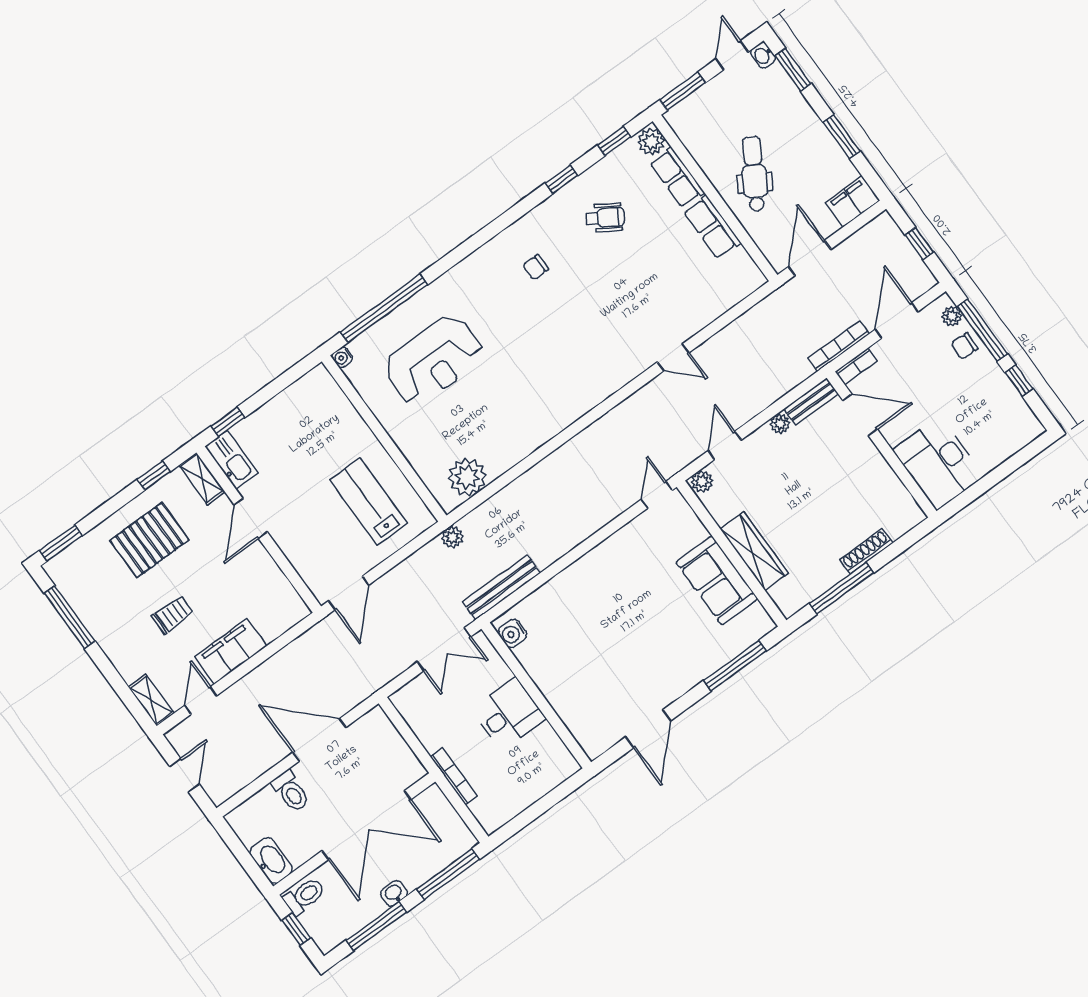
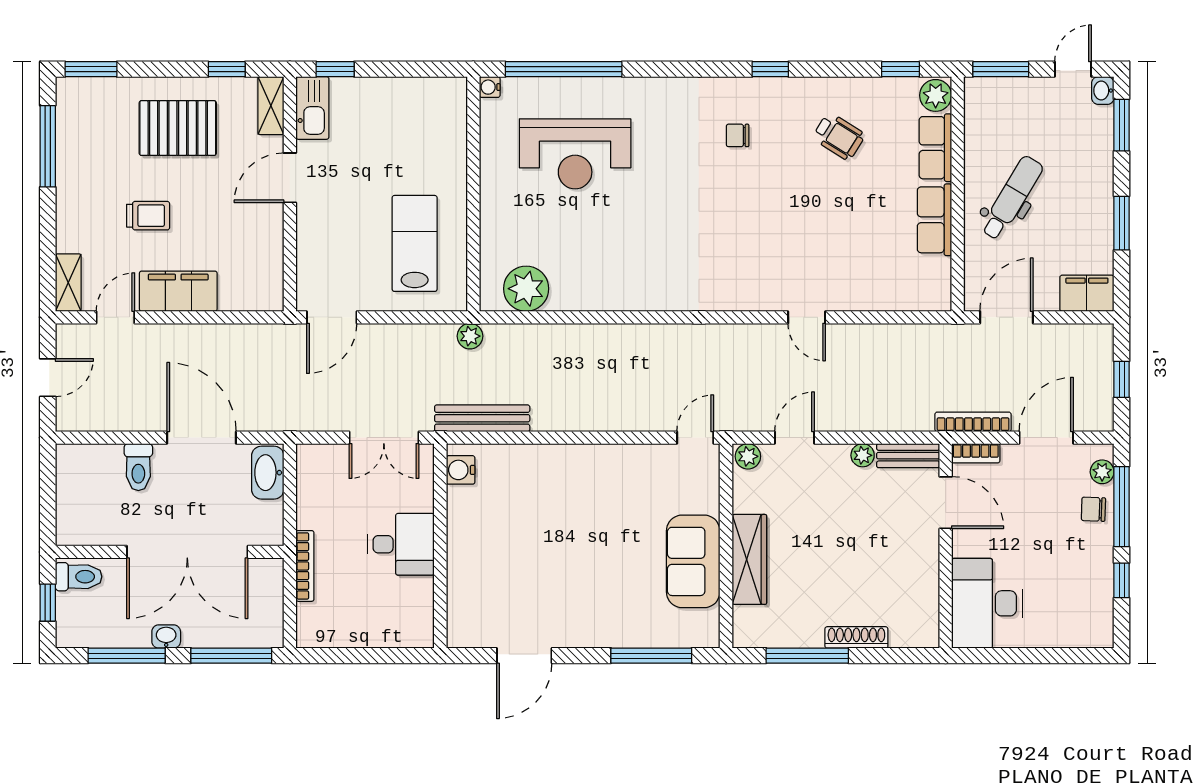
window: (561, 179) -> (770, 69), moved
washbasin: (271, 860) -> (268, 473), moved, turned 180

